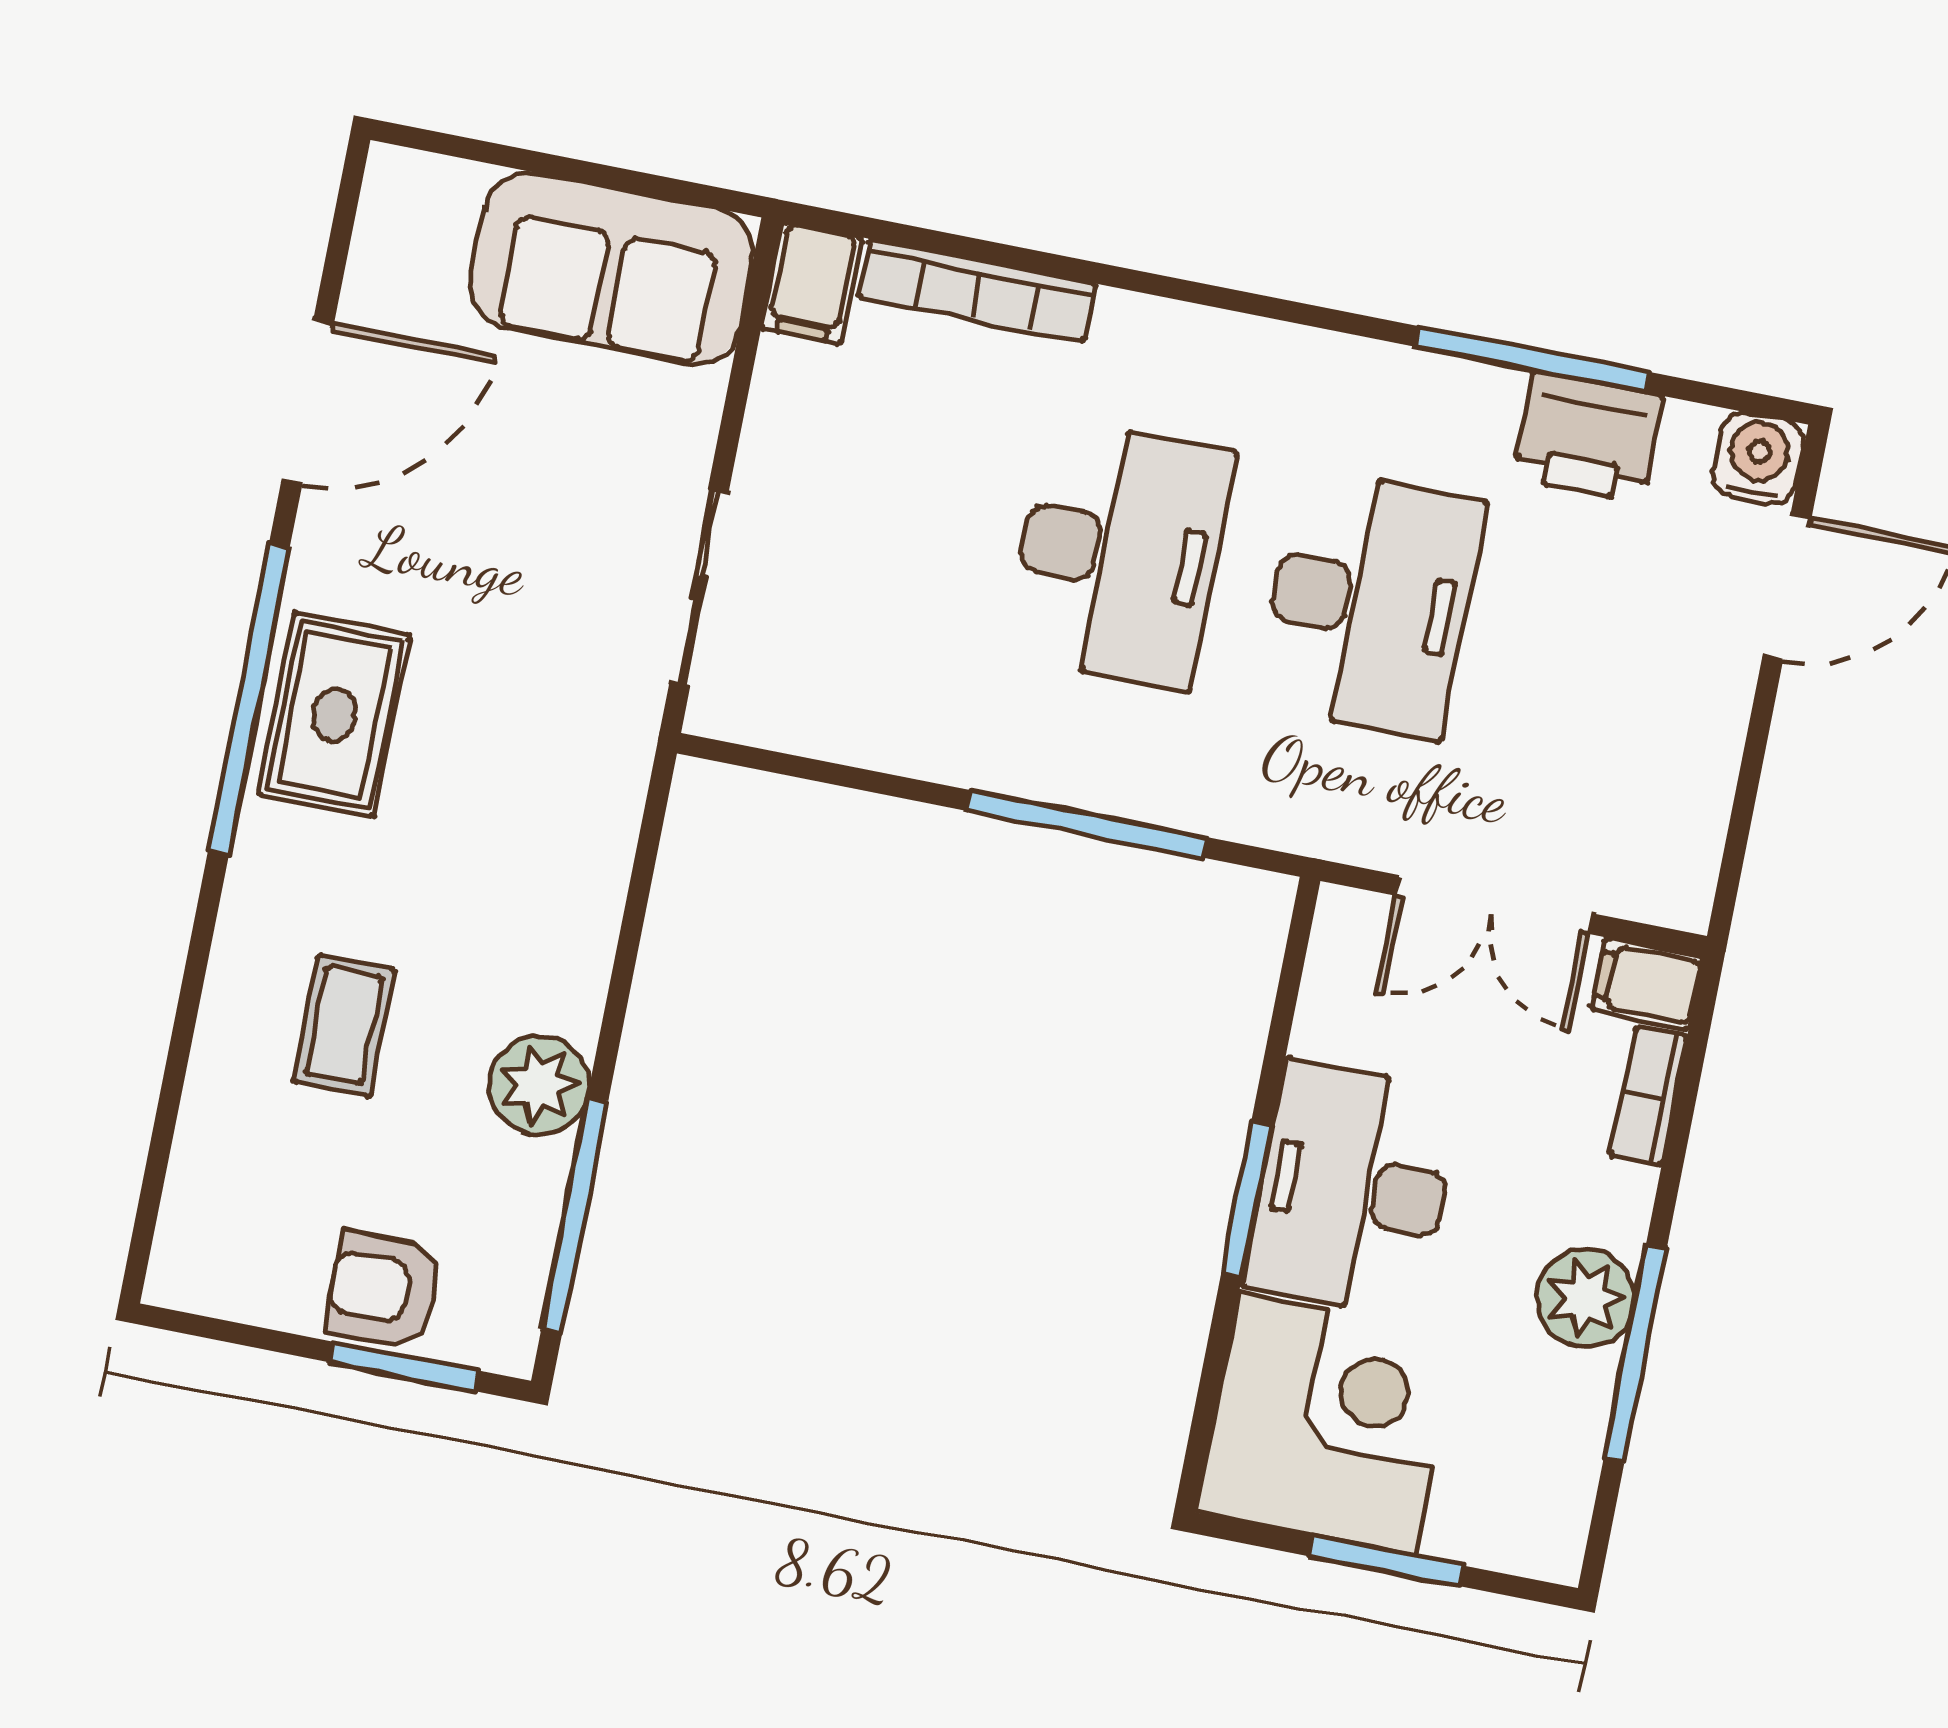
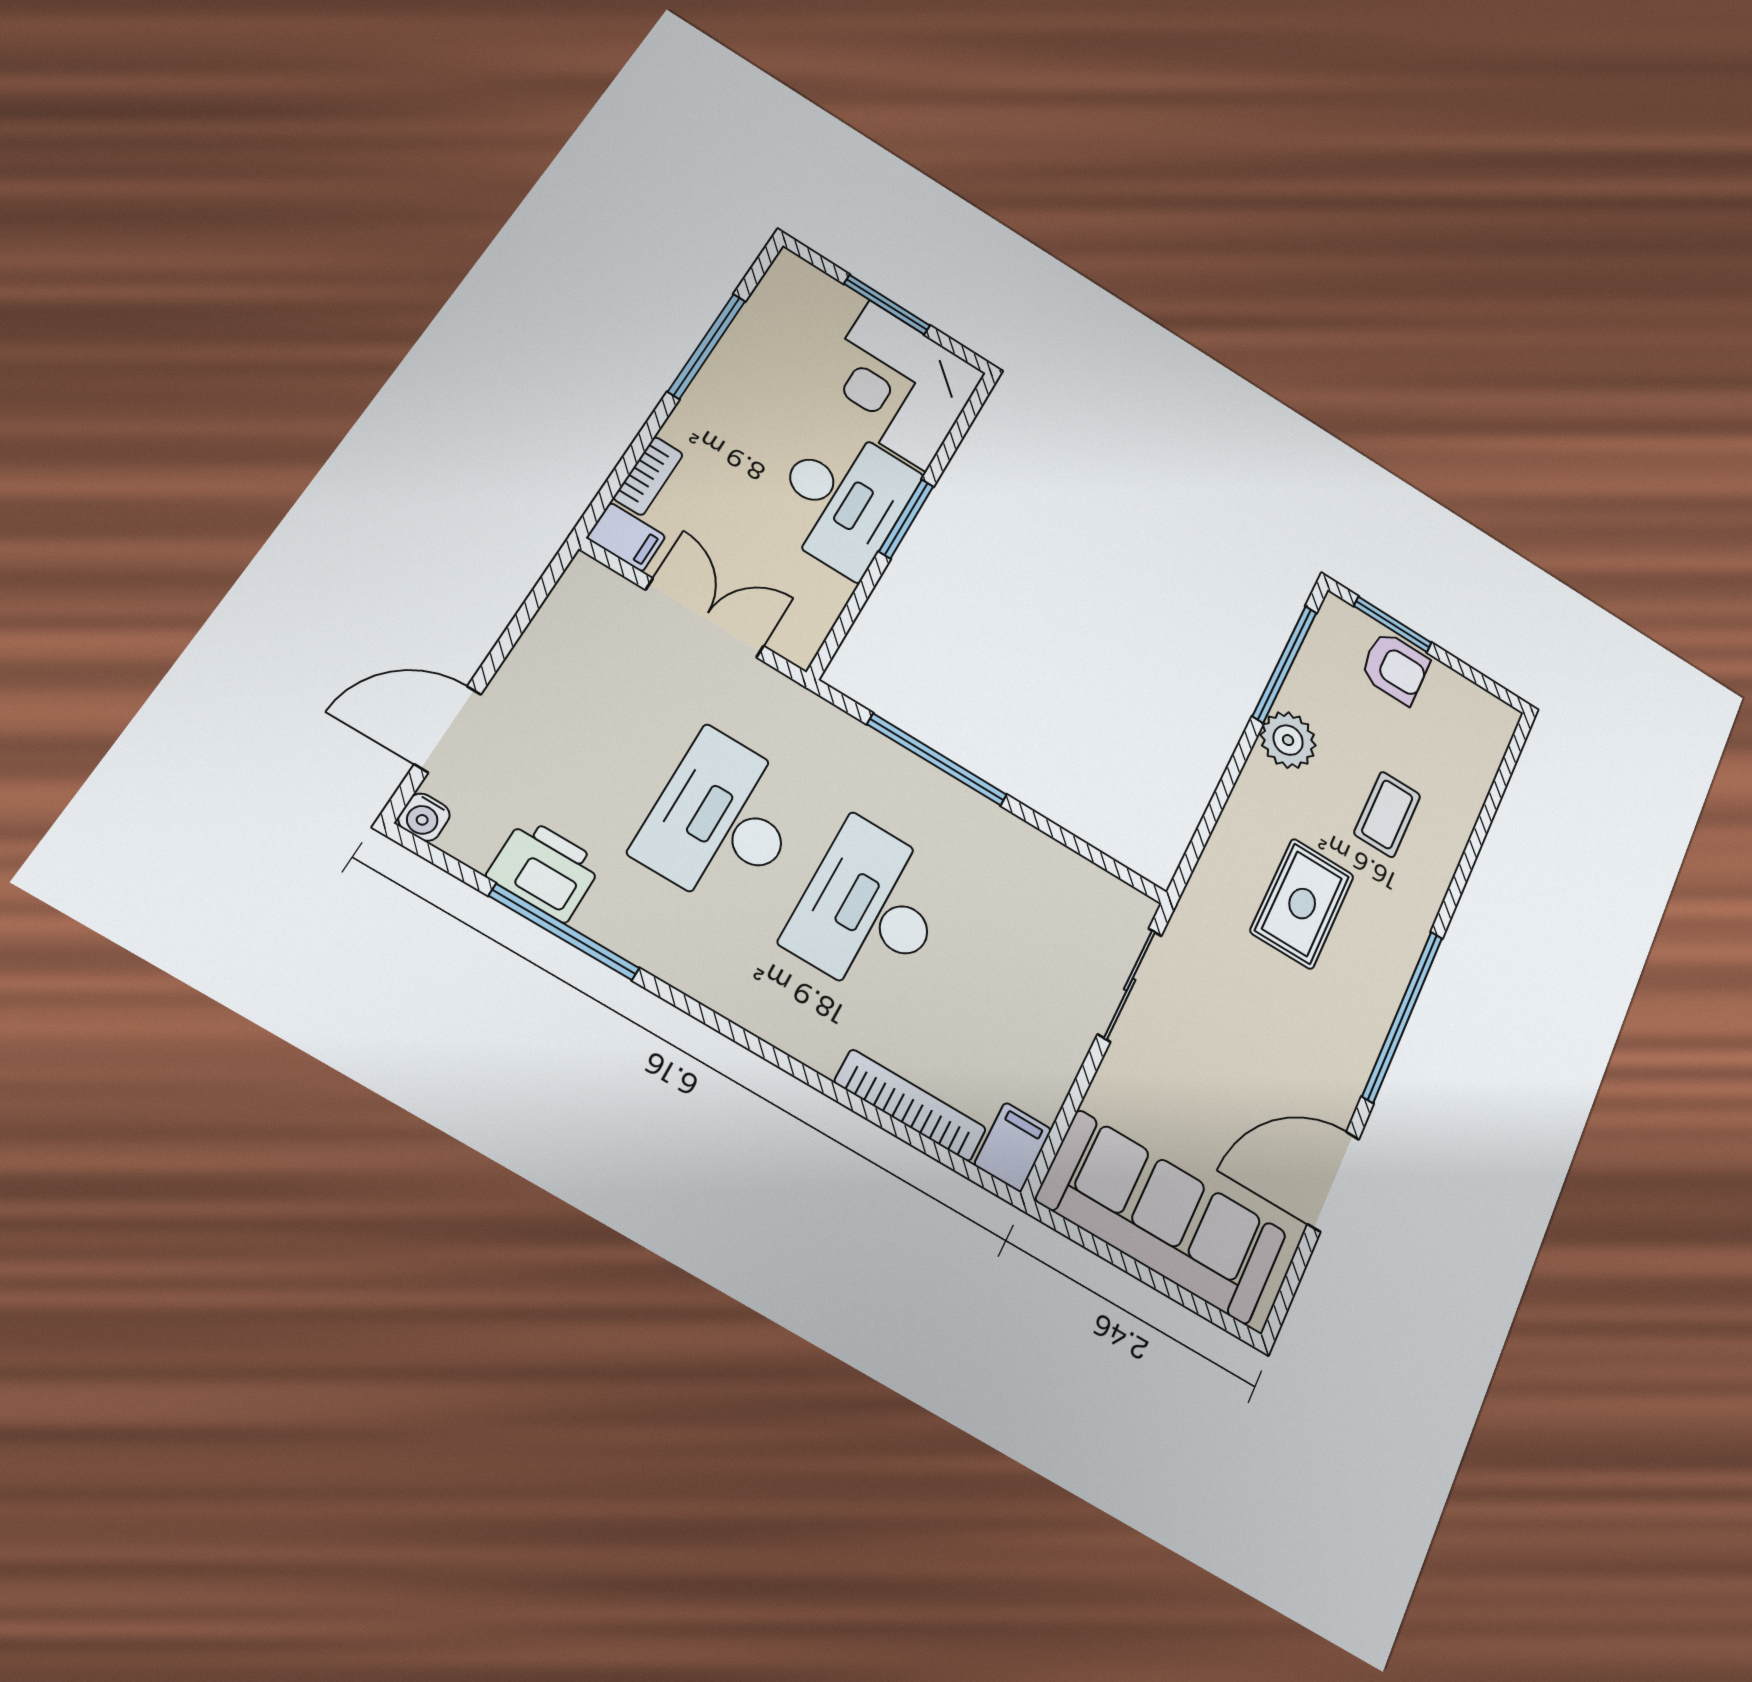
sofa: (612, 269) -> (1162, 1217), width x1.36
water cooler: (1758, 458) -> (424, 817), width x0.72, depth x0.72
rug: (334, 715) -> (1302, 904), moved
plant: (1586, 1298) -> (725, 386), removed

